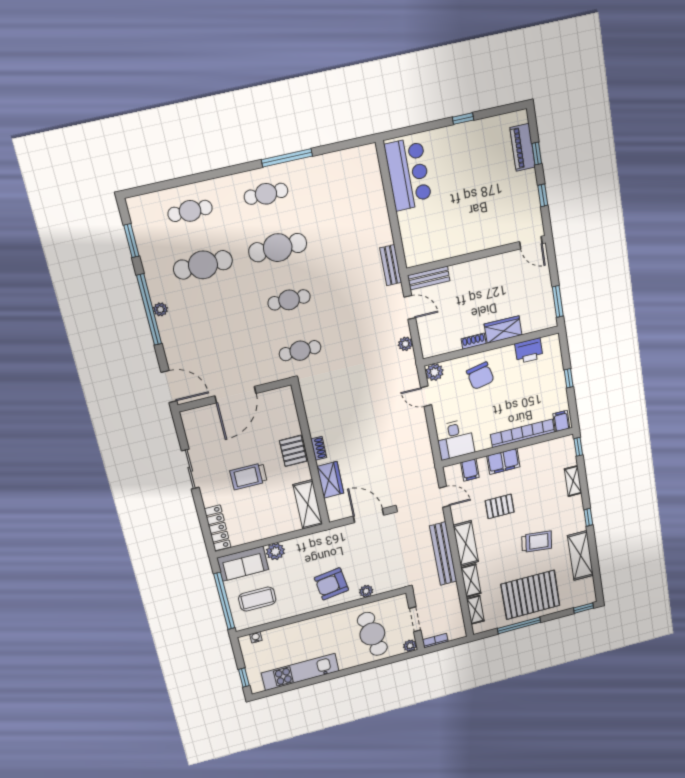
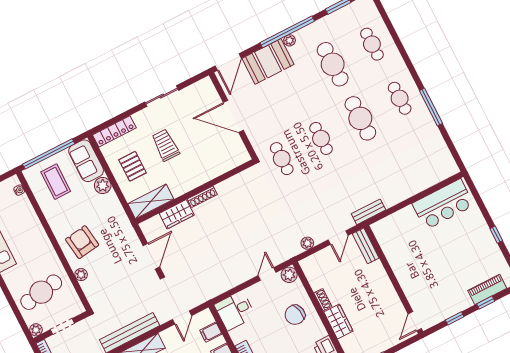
booth: (180, 340) -> (268, 61), added
shoe rack: (319, 448) -> (202, 197), width x1.43
pallet: (293, 451) -> (132, 166), moved, turned 90

